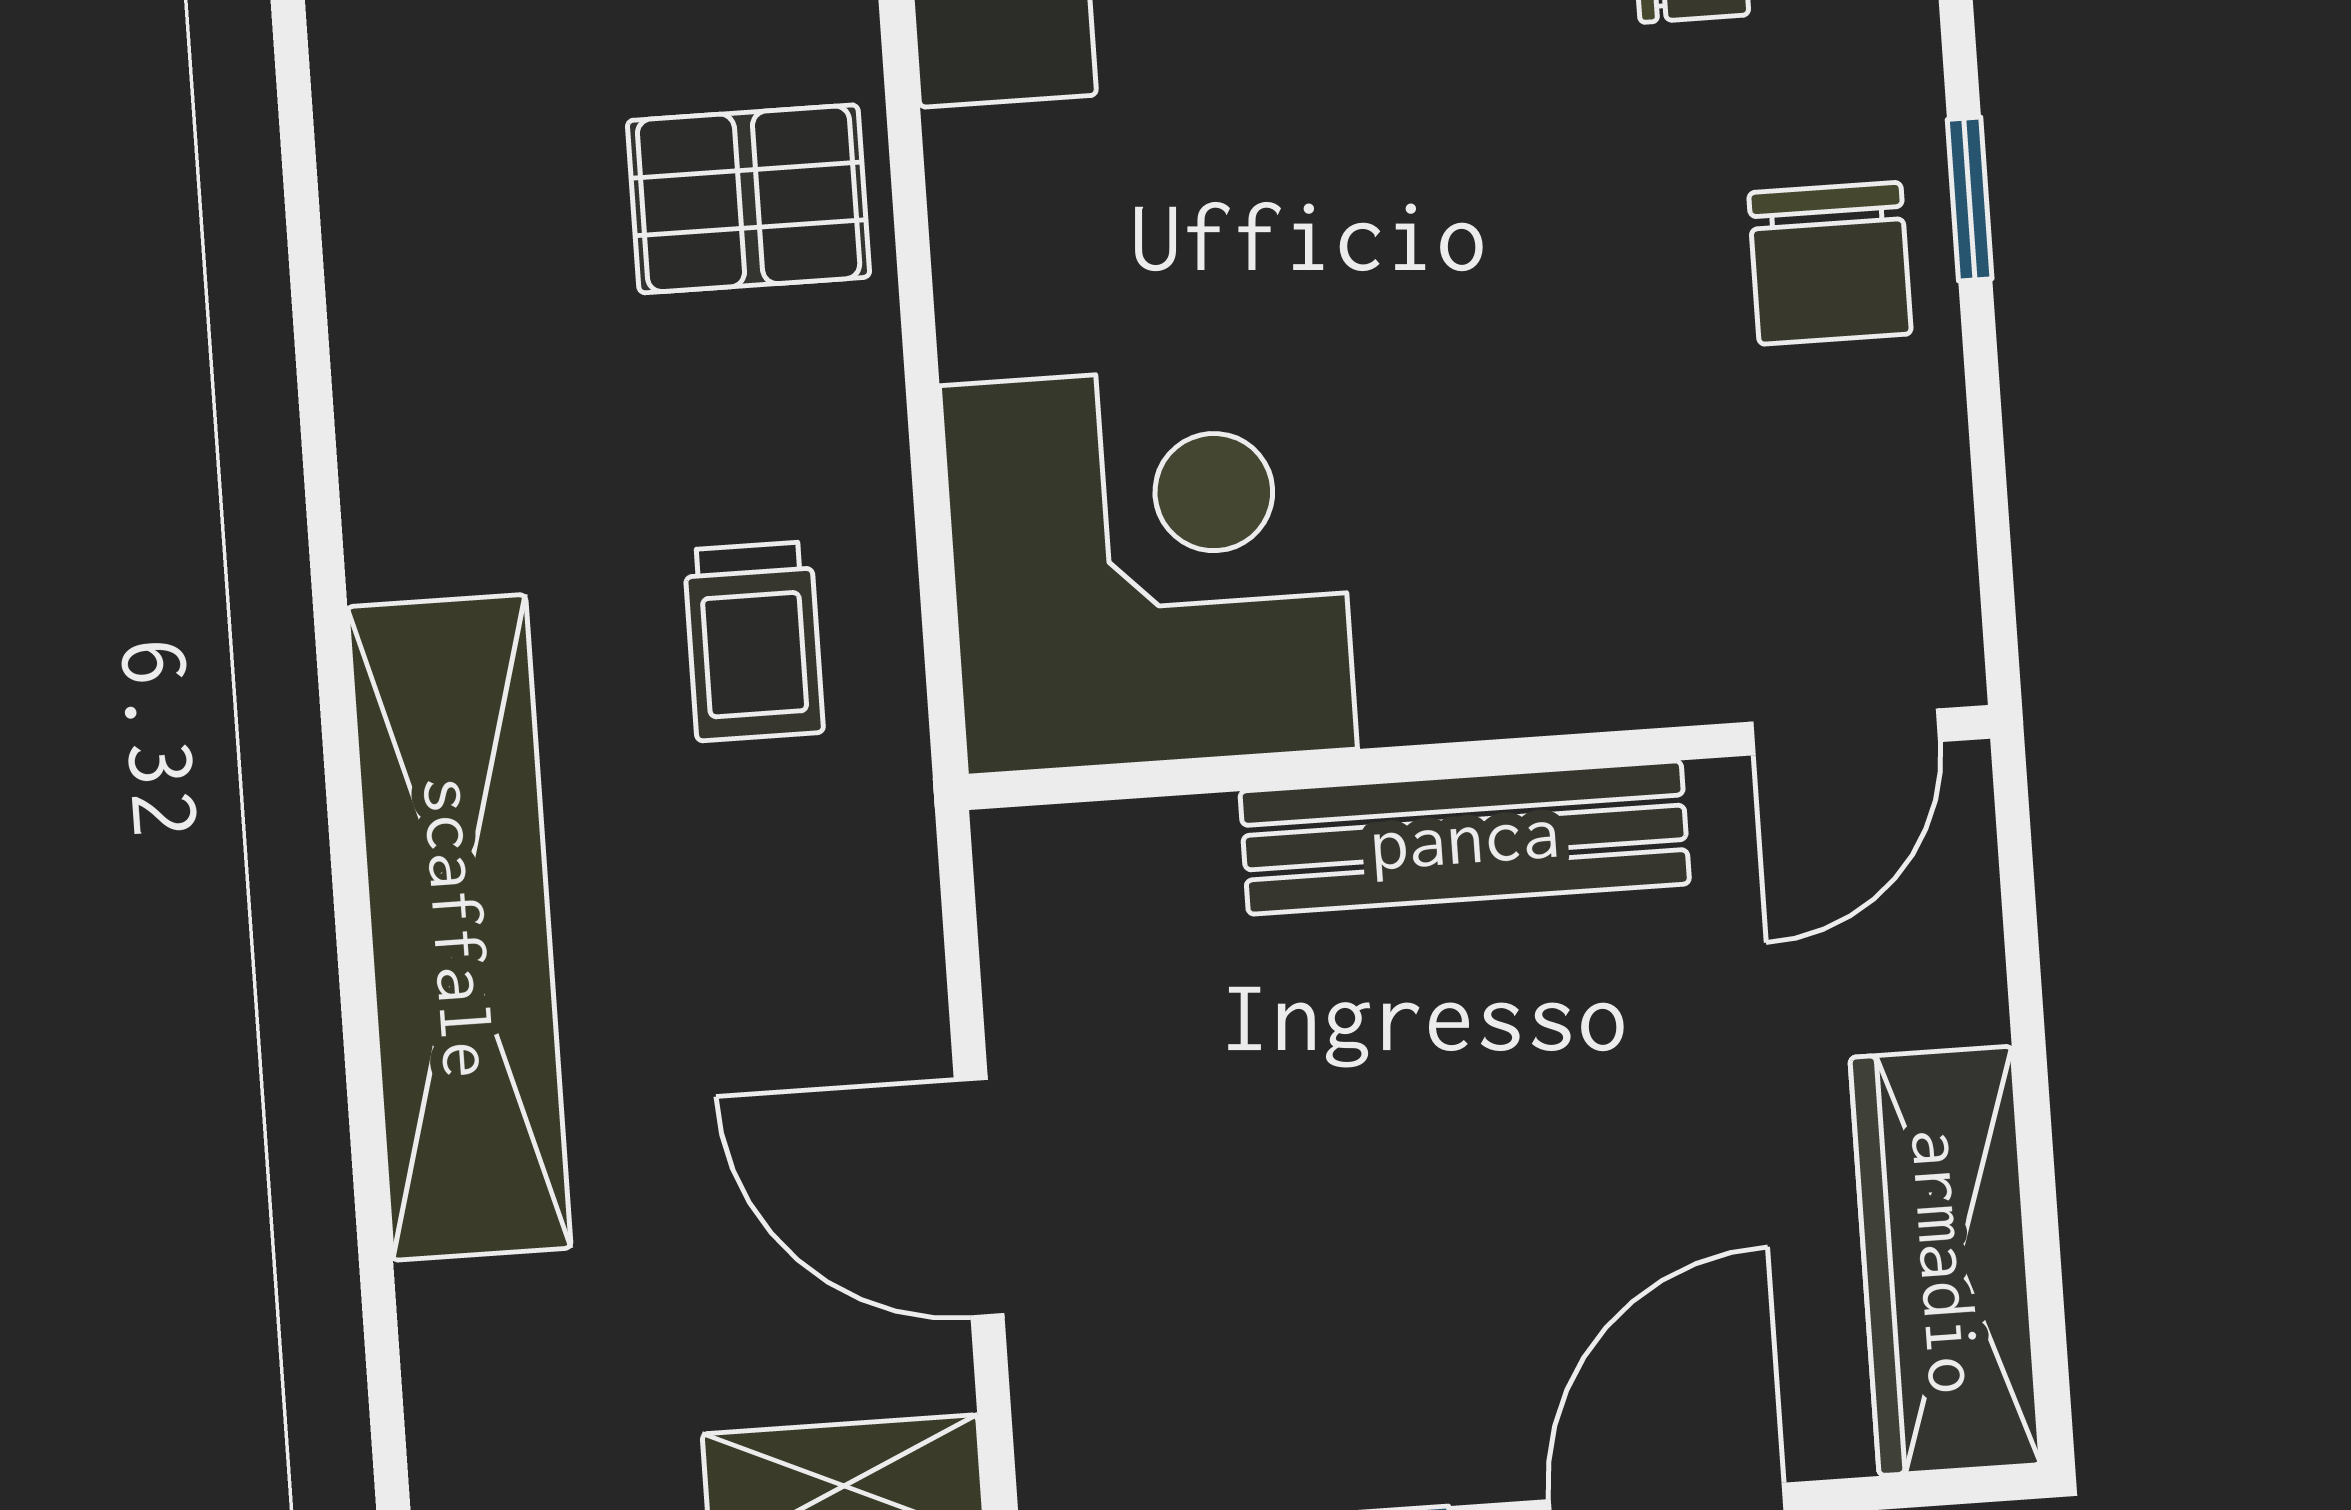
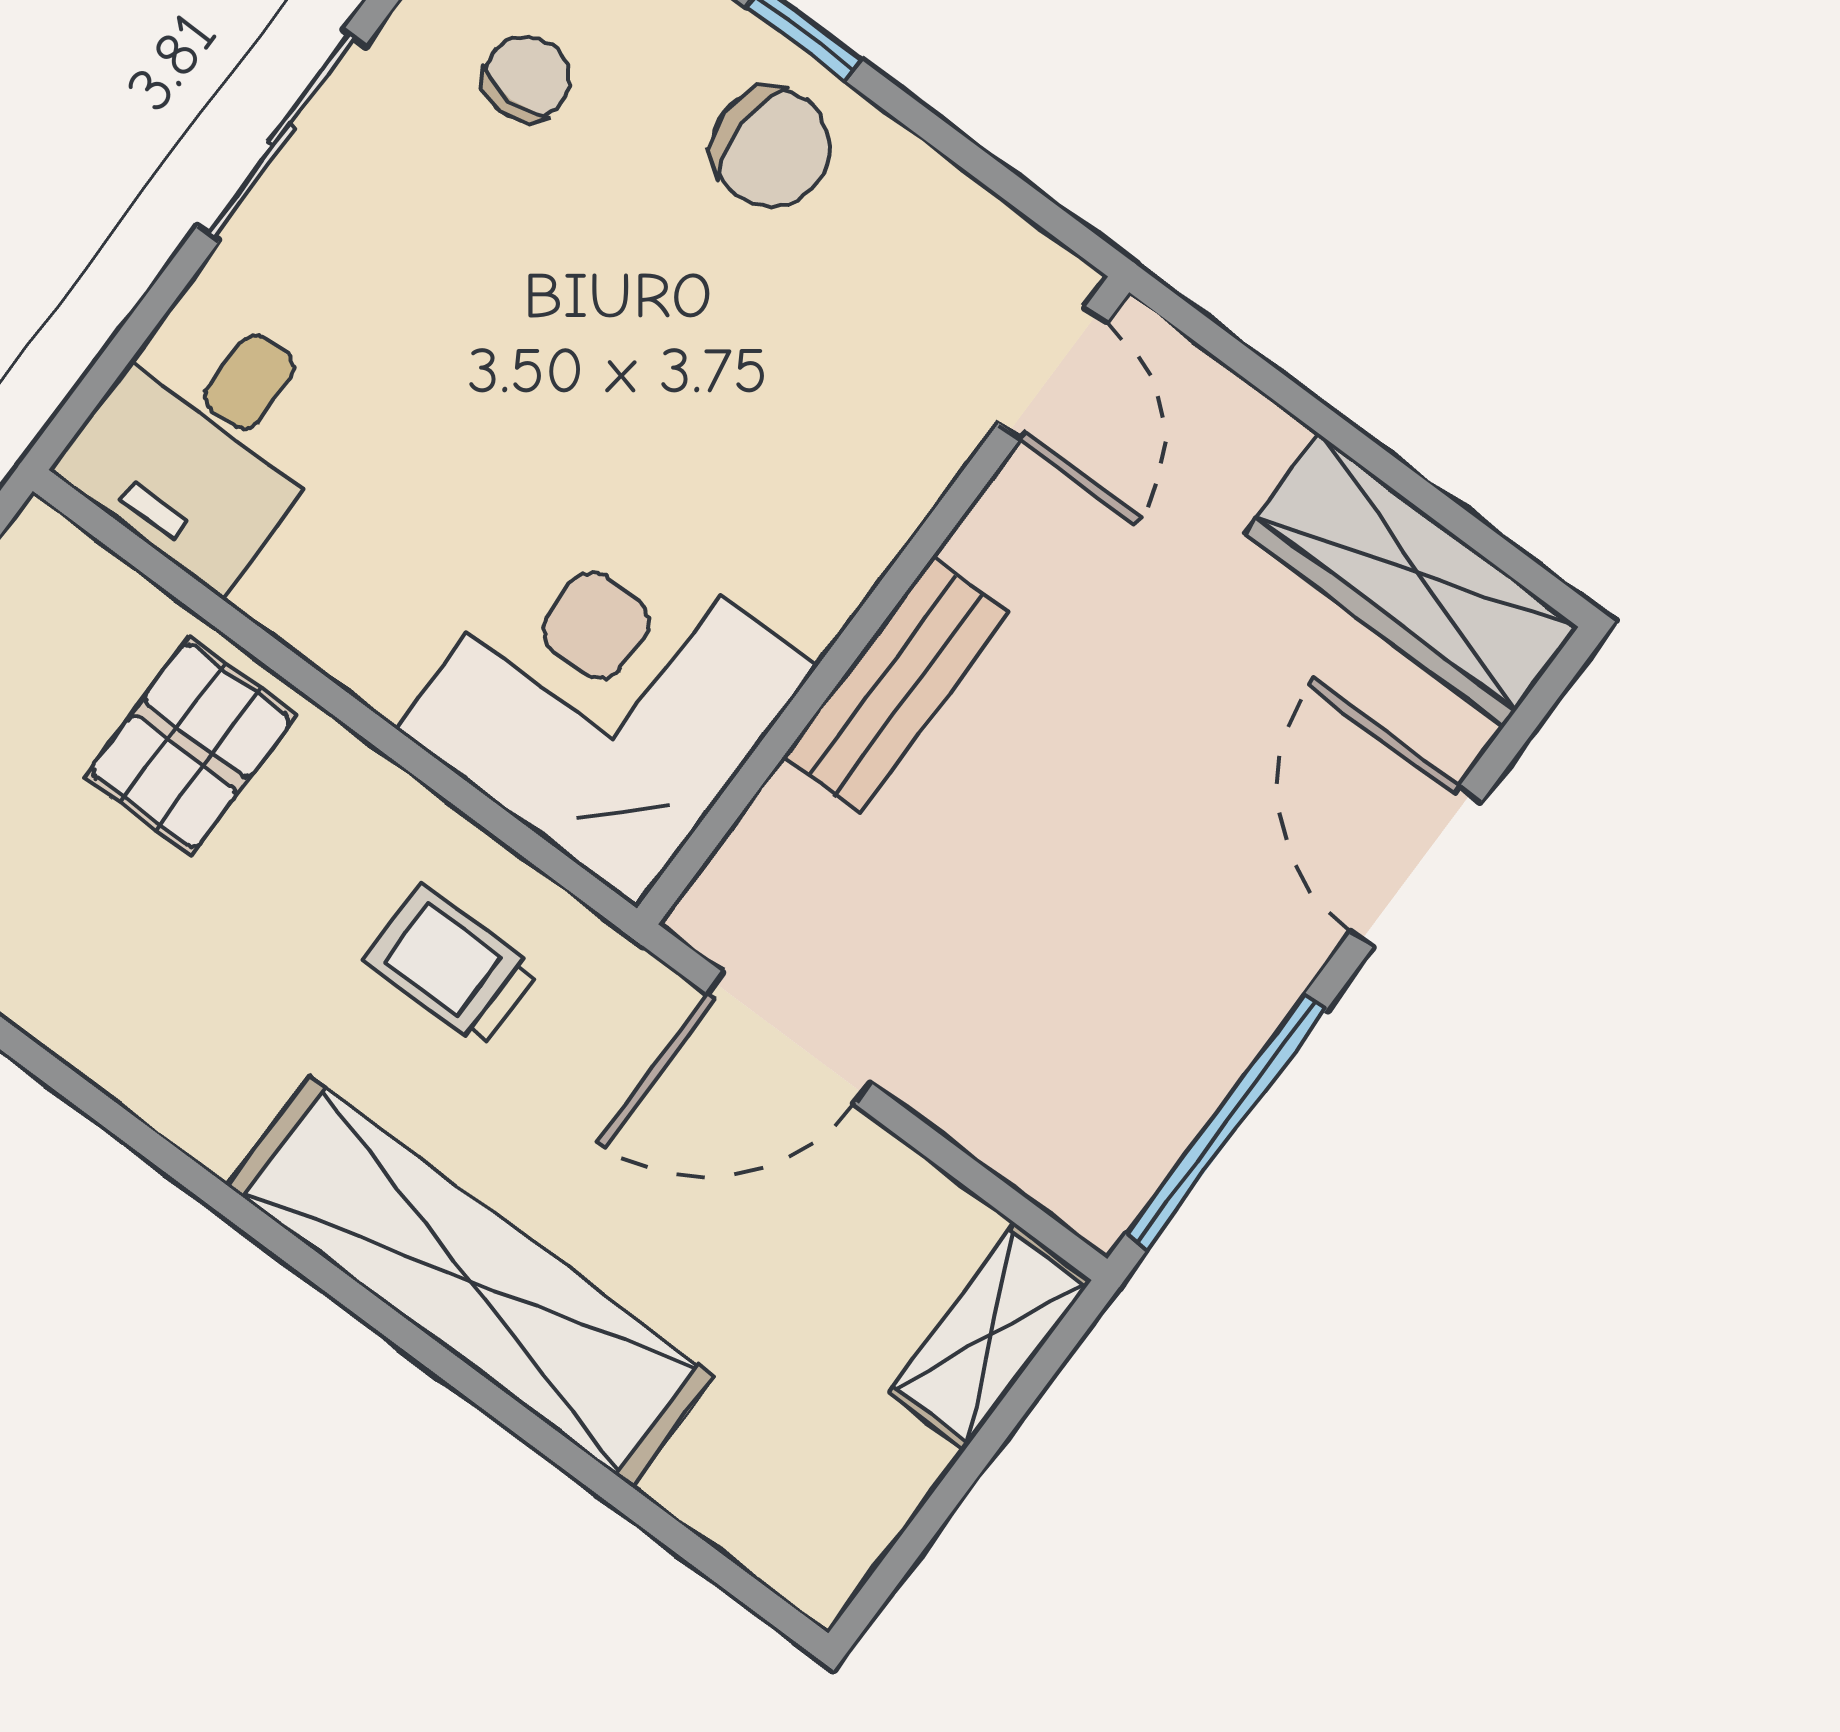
trolley: (754, 641) -> (451, 965), turned 180
bench: (1465, 838) -> (896, 685), width x0.73
door: (979, 1198) -> (789, 1038), moved

